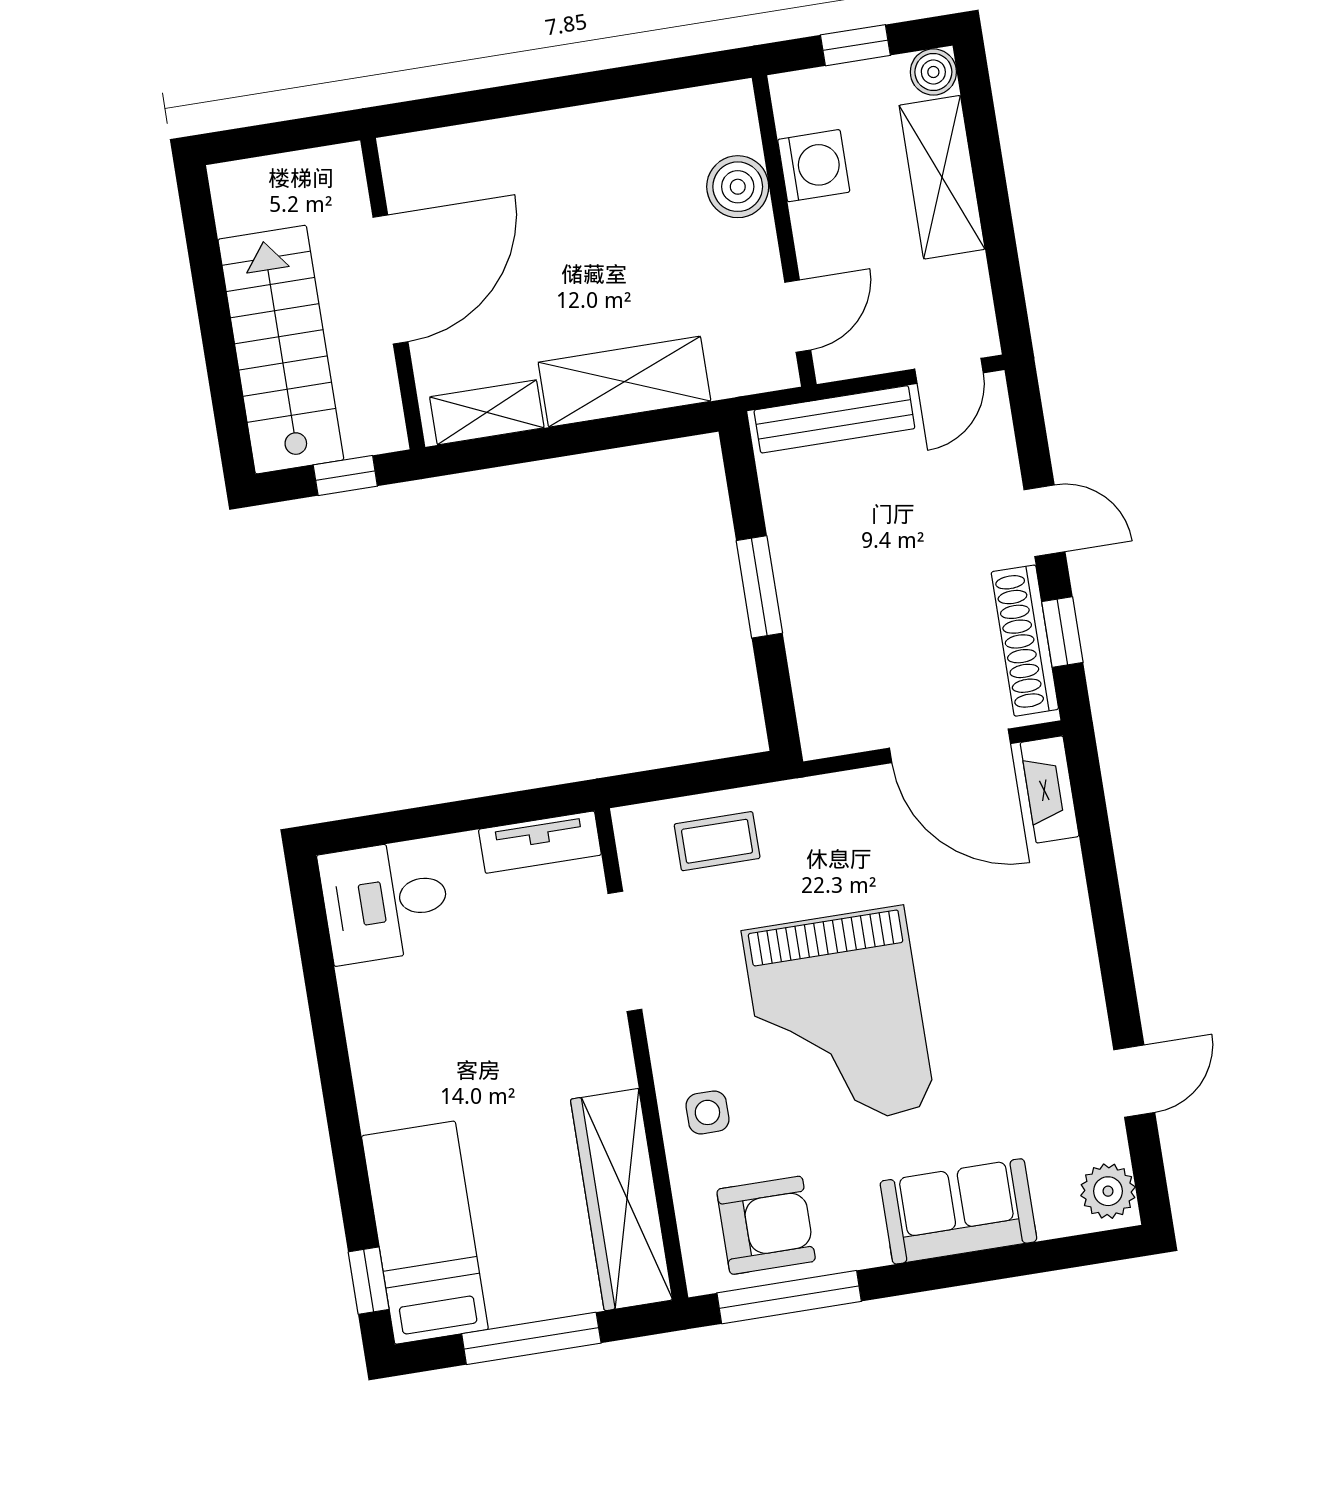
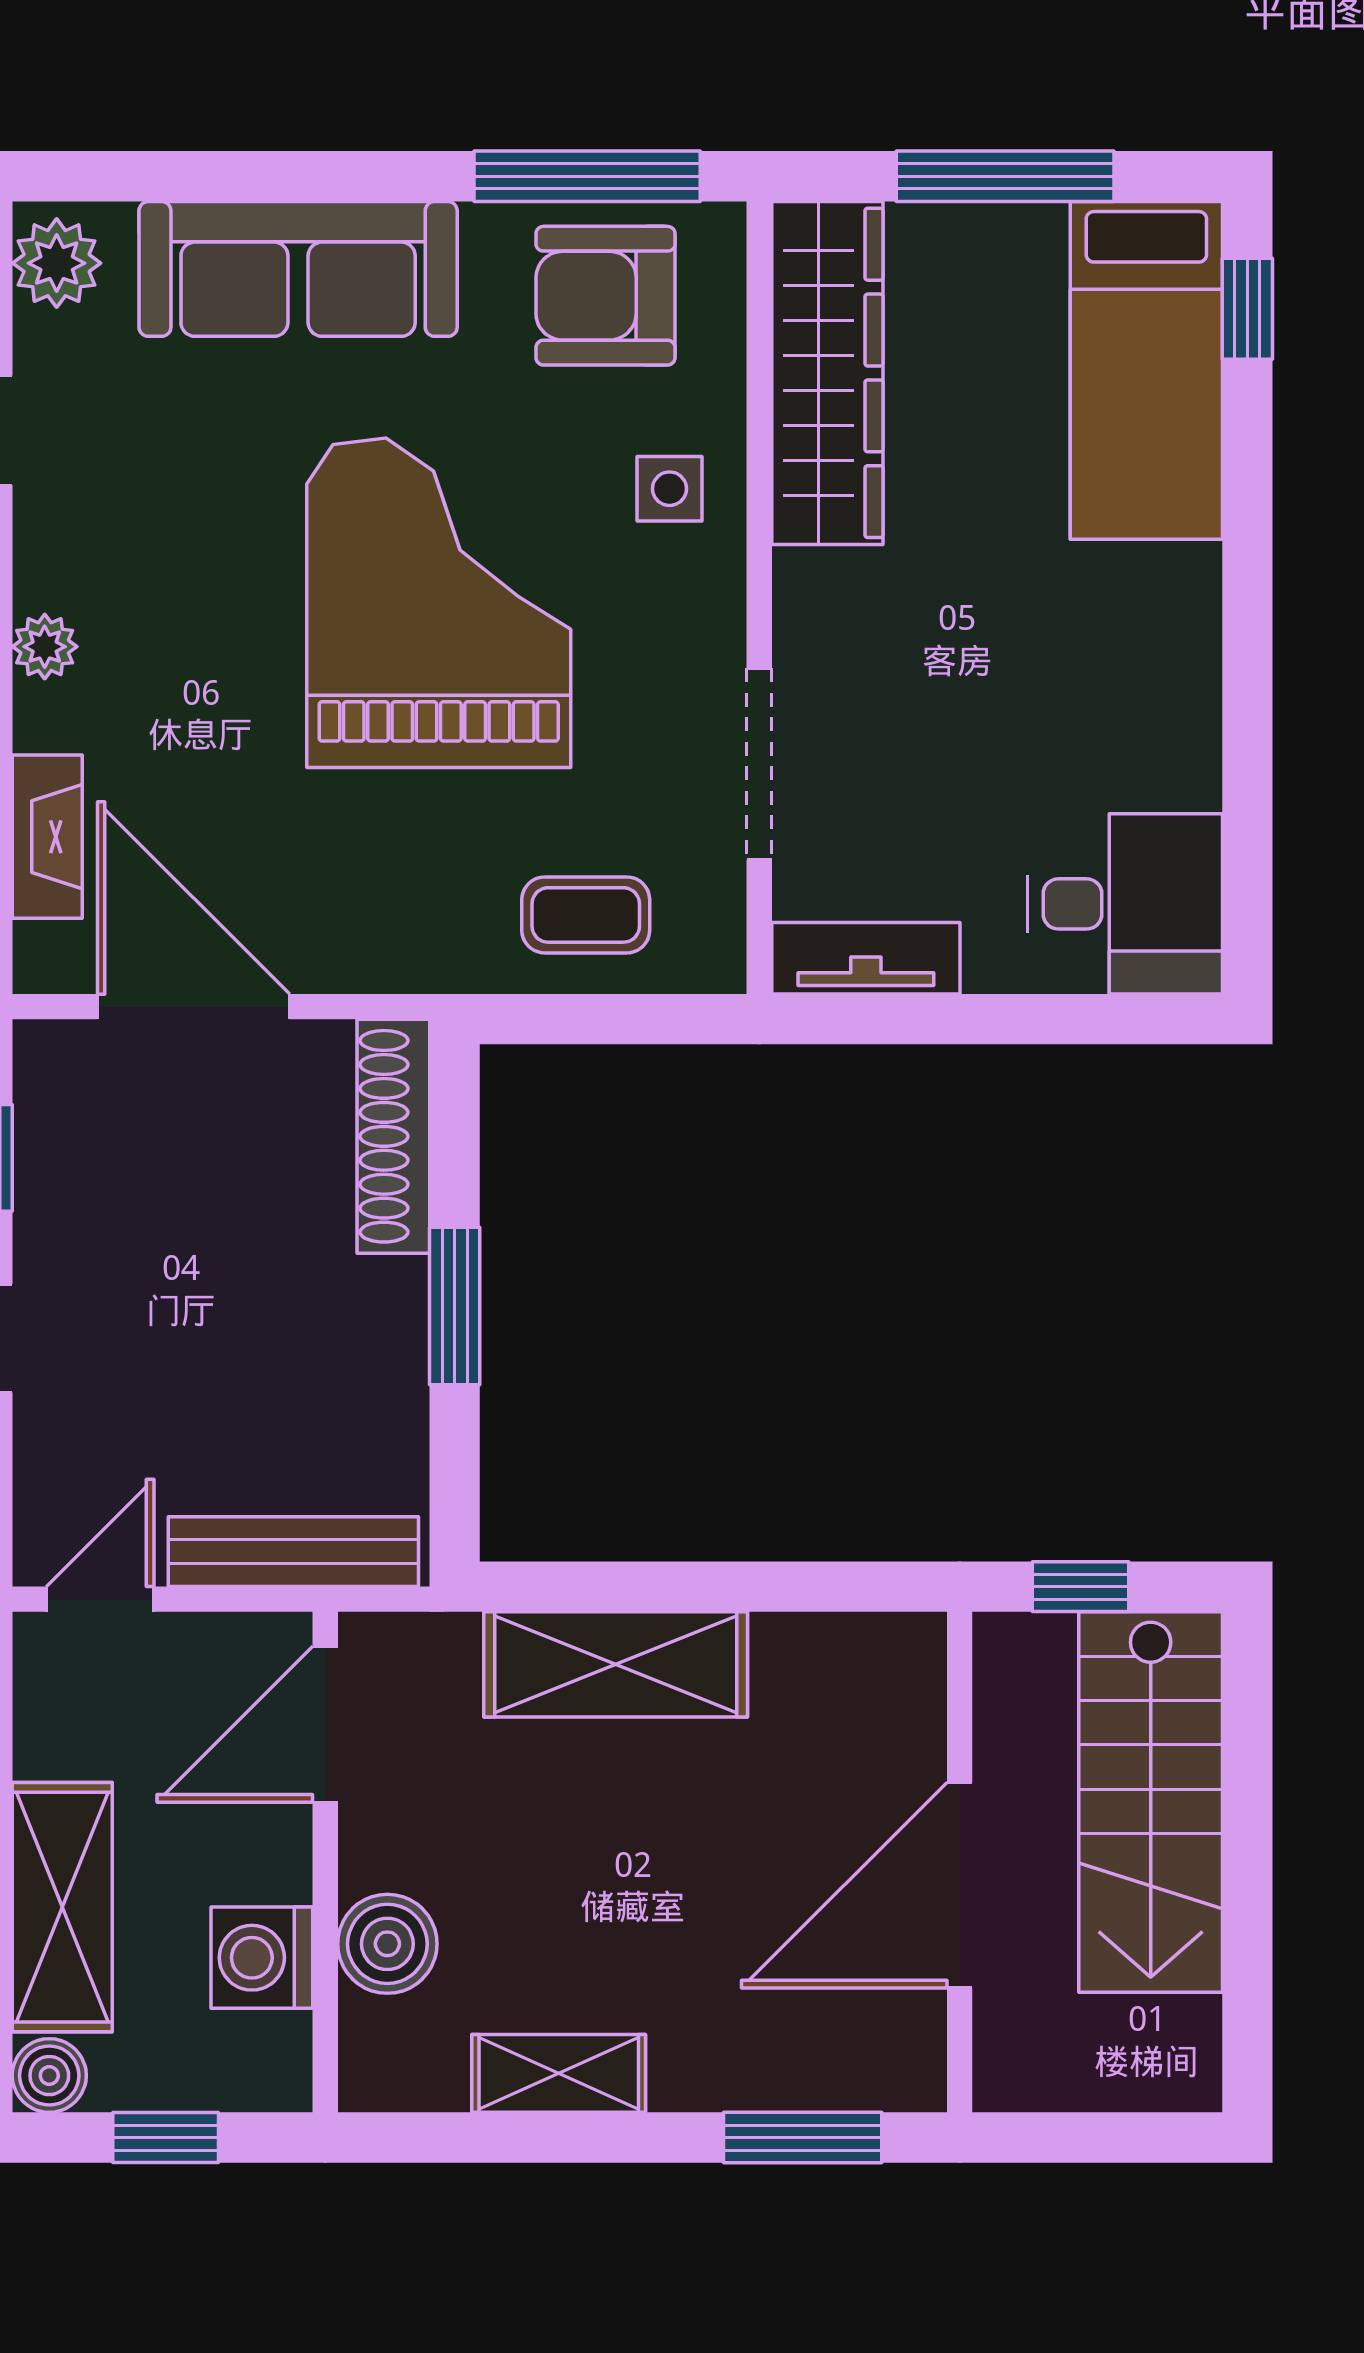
window: (462, 108) -> (803, 2138), added
door: (798, 316) -> (325, 1724), width x1.38
shelving: (487, 412) -> (559, 2073), moved
shoe rack: (1025, 641) -> (393, 1136), moved, turned 180
fireplace: (1050, 789) -> (47, 837), moved
plant: (1077, 953) -> (45, 647), added
sofa: (958, 1211) -> (298, 269), width x1.36

